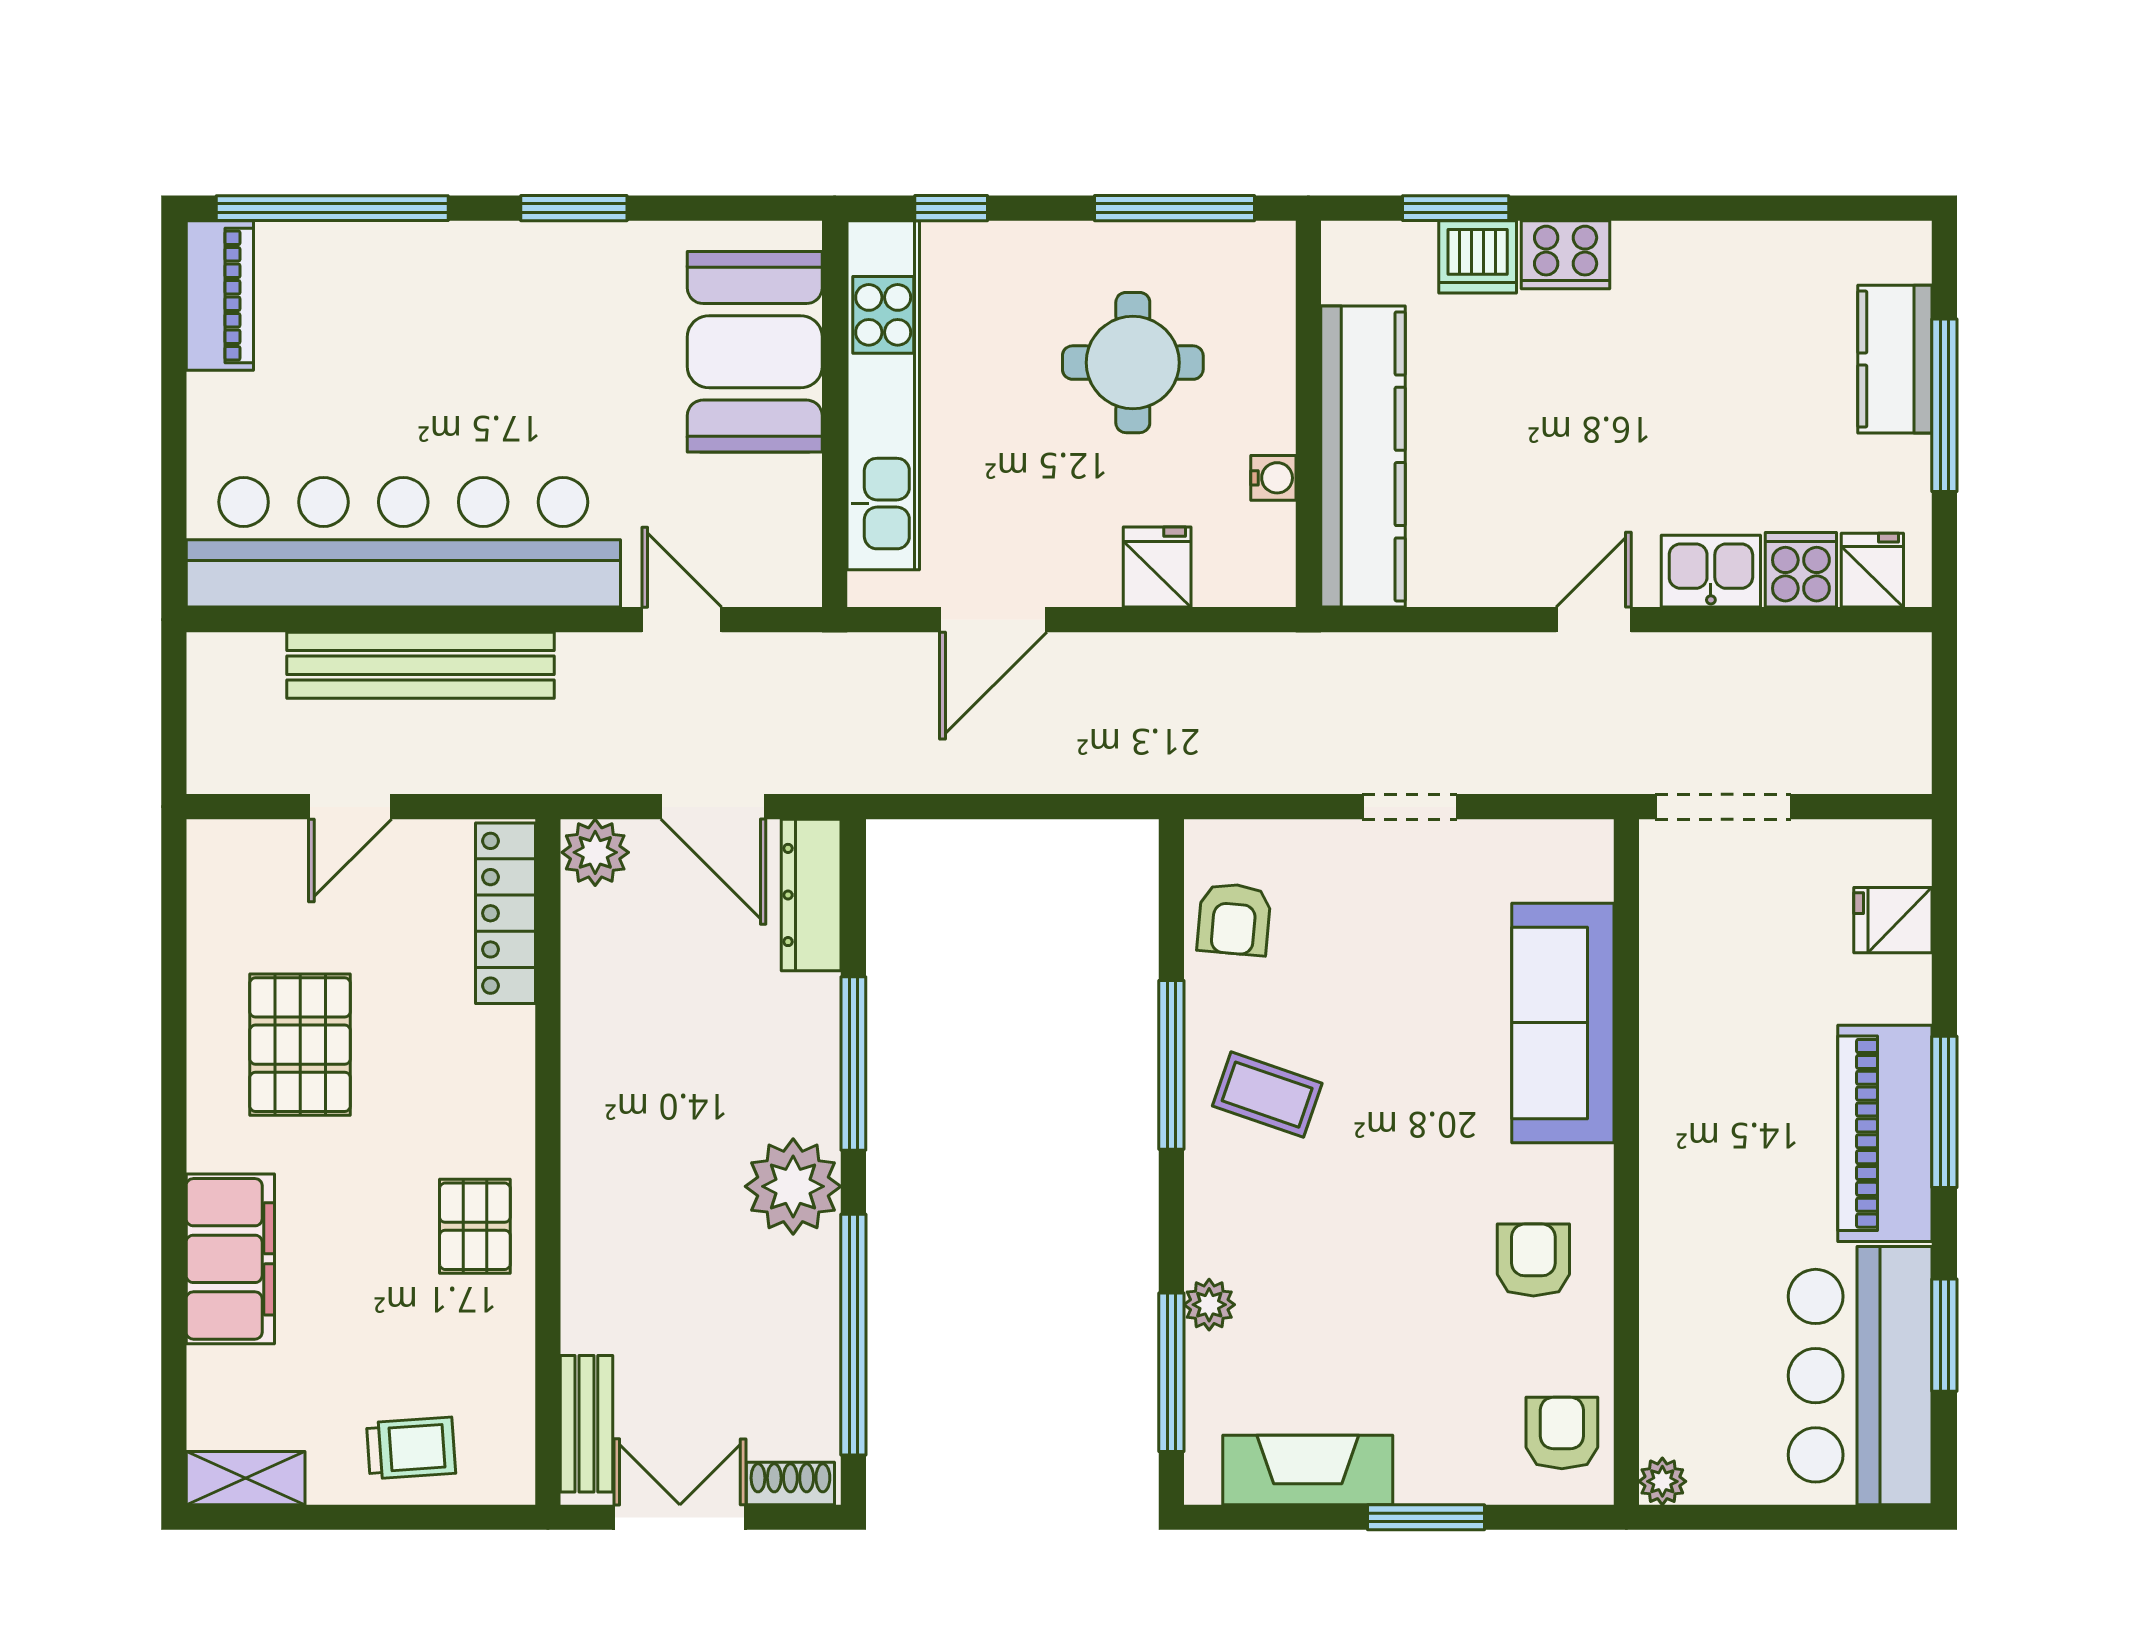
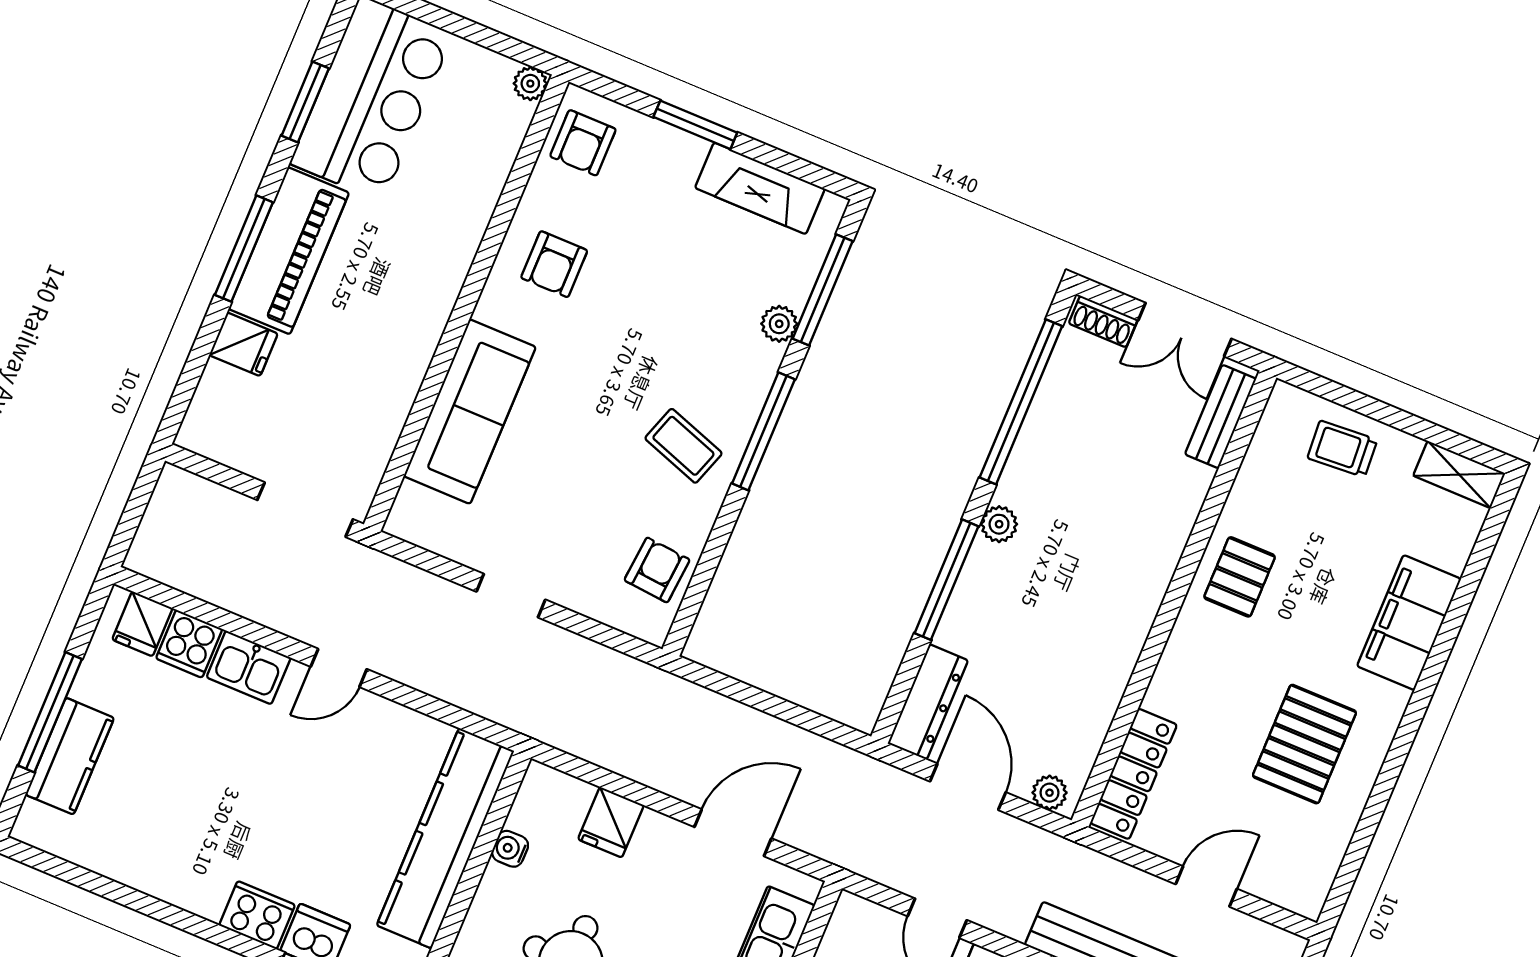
plant: (595, 852) -> (1050, 793), width x0.73, depth x0.73
fridge: (1893, 920) -> (243, 344), moved
window: (1171, 1065) -> (763, 431), moved
plant: (793, 1186) -> (999, 524), width x0.53, depth x0.53

